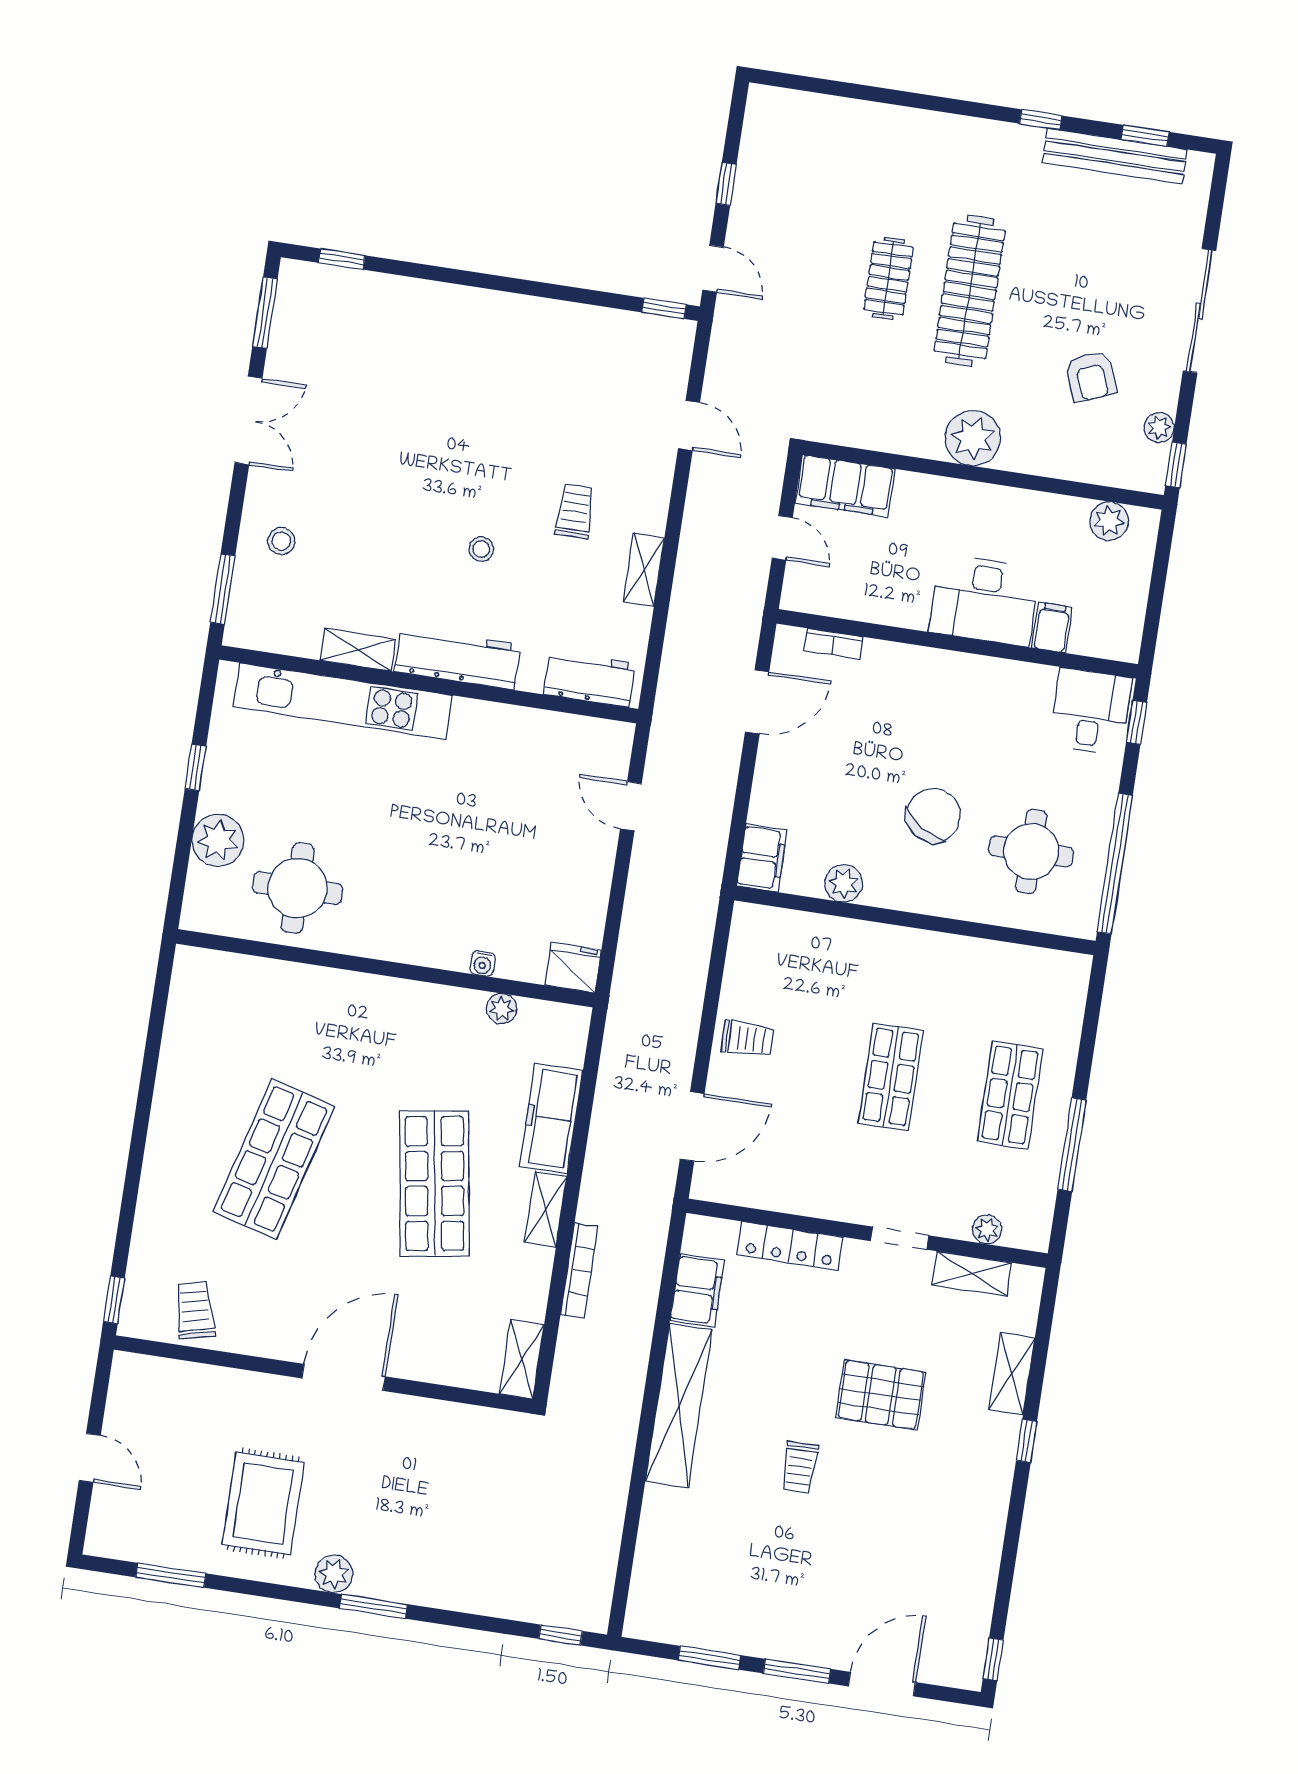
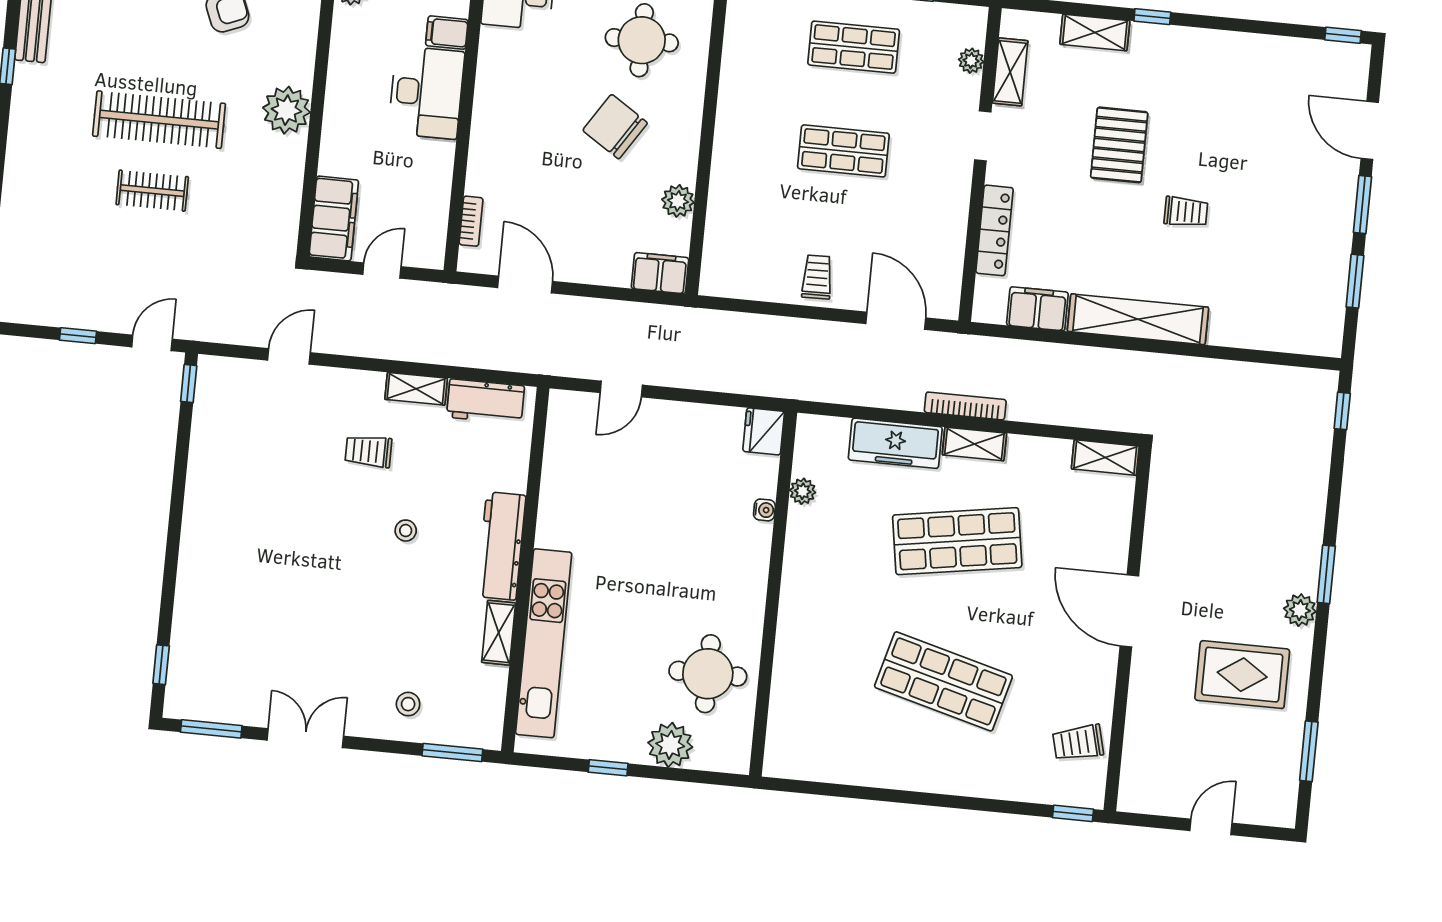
workbench: (590, 679) -> (485, 401), moved, turned -90
bookcase: (579, 1270) -> (965, 406), moved

